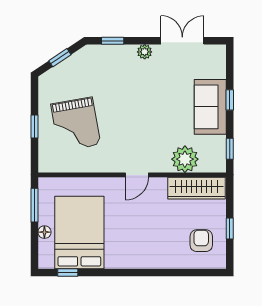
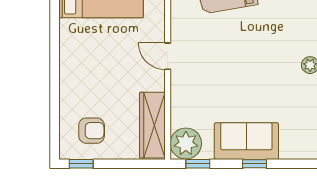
plant: (185, 159) -> (186, 143), moved
window: (230, 228) -> (81, 164), moved

